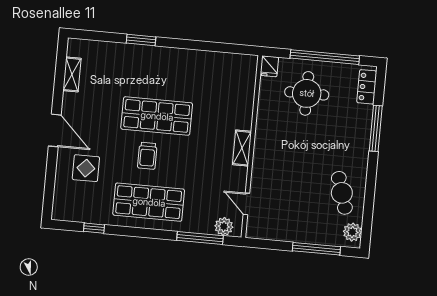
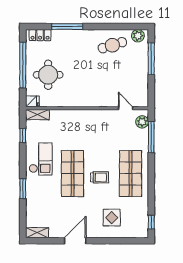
window: (220, 47) -> (23, 136), added
checkout: (183, 71) -> (41, 159), added
shelving: (72, 74) -> (37, 233), moved
door: (55, 130) -> (75, 241), moved
shelving: (242, 148) -> (37, 115), moved
door: (246, 204) -> (126, 108), swing flipped
window: (94, 228) -> (151, 222), moved

